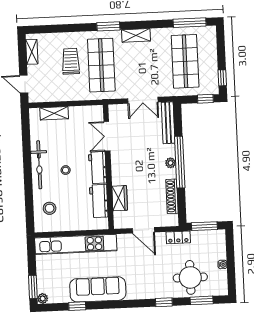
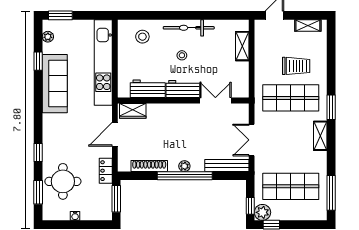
plant: (211, 87) -> (262, 212), added
wardrobe: (120, 198) -> (133, 111), moved
plant: (43, 298) -> (48, 37), moved

